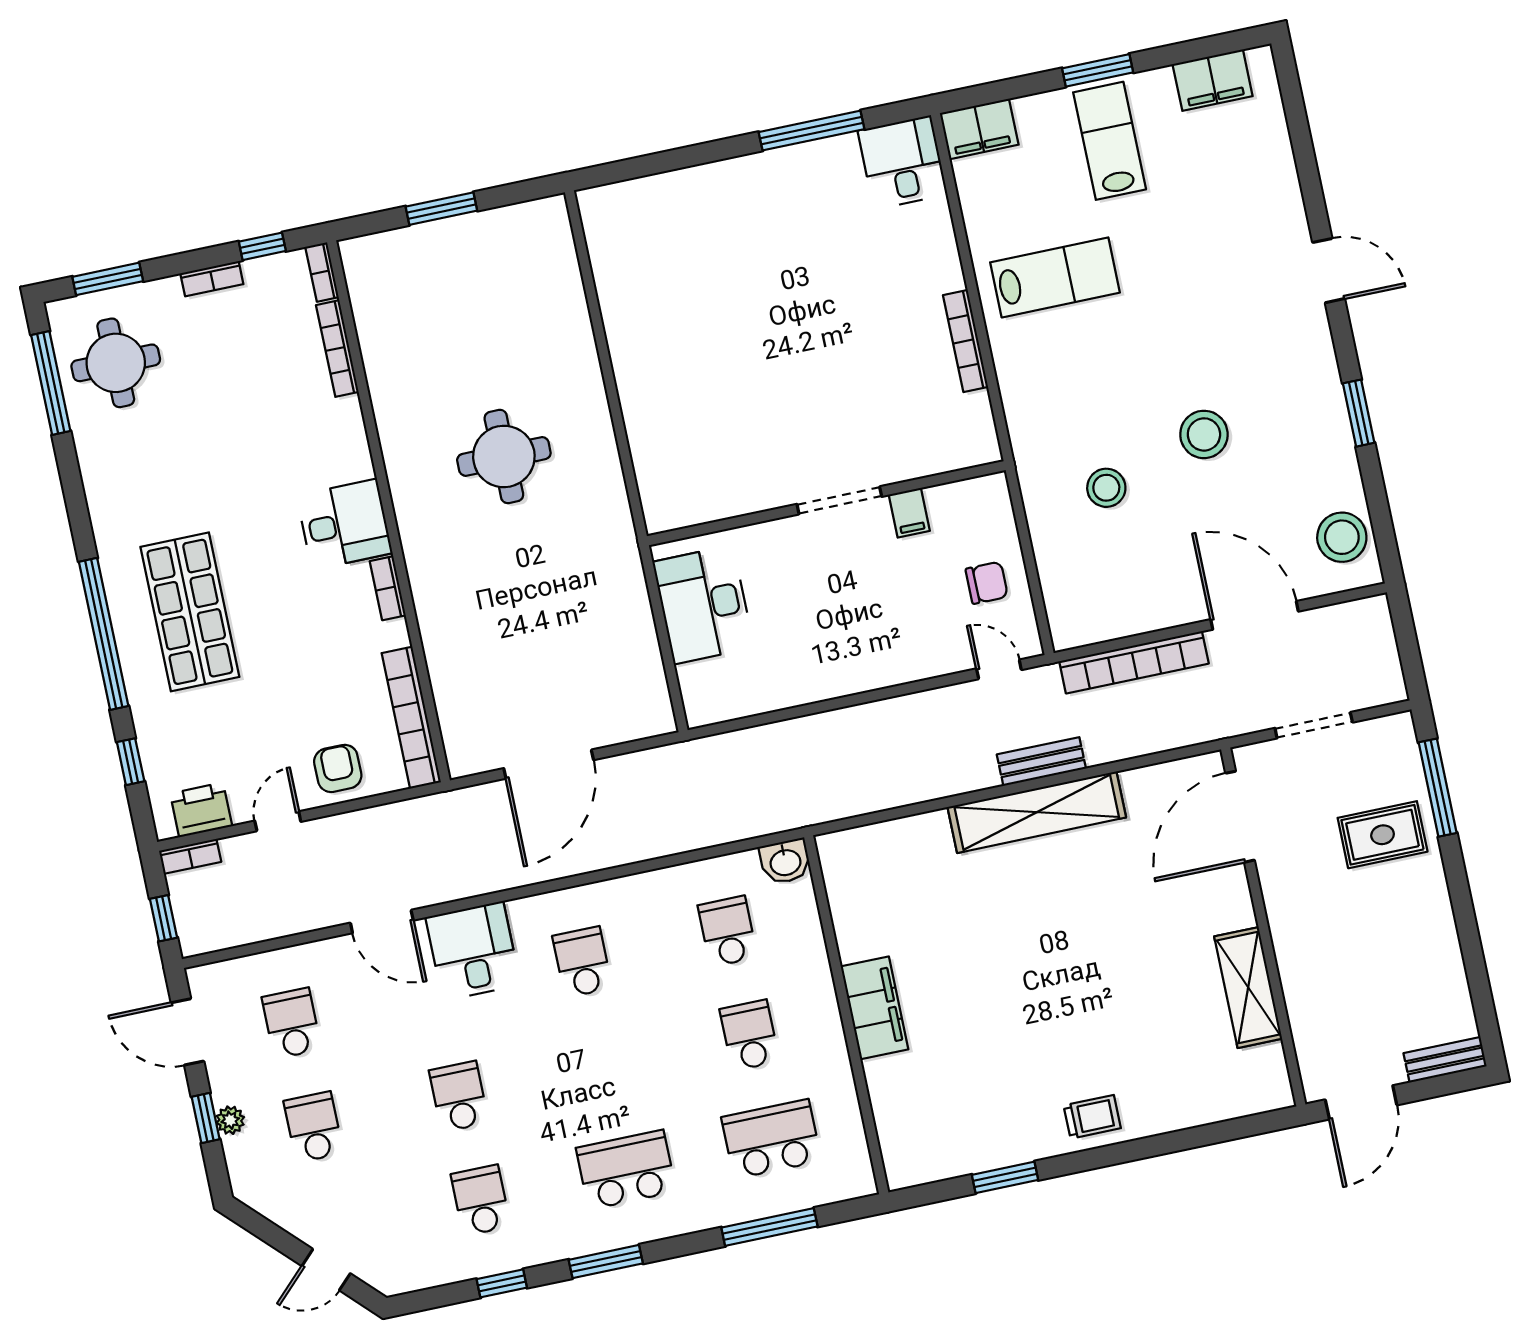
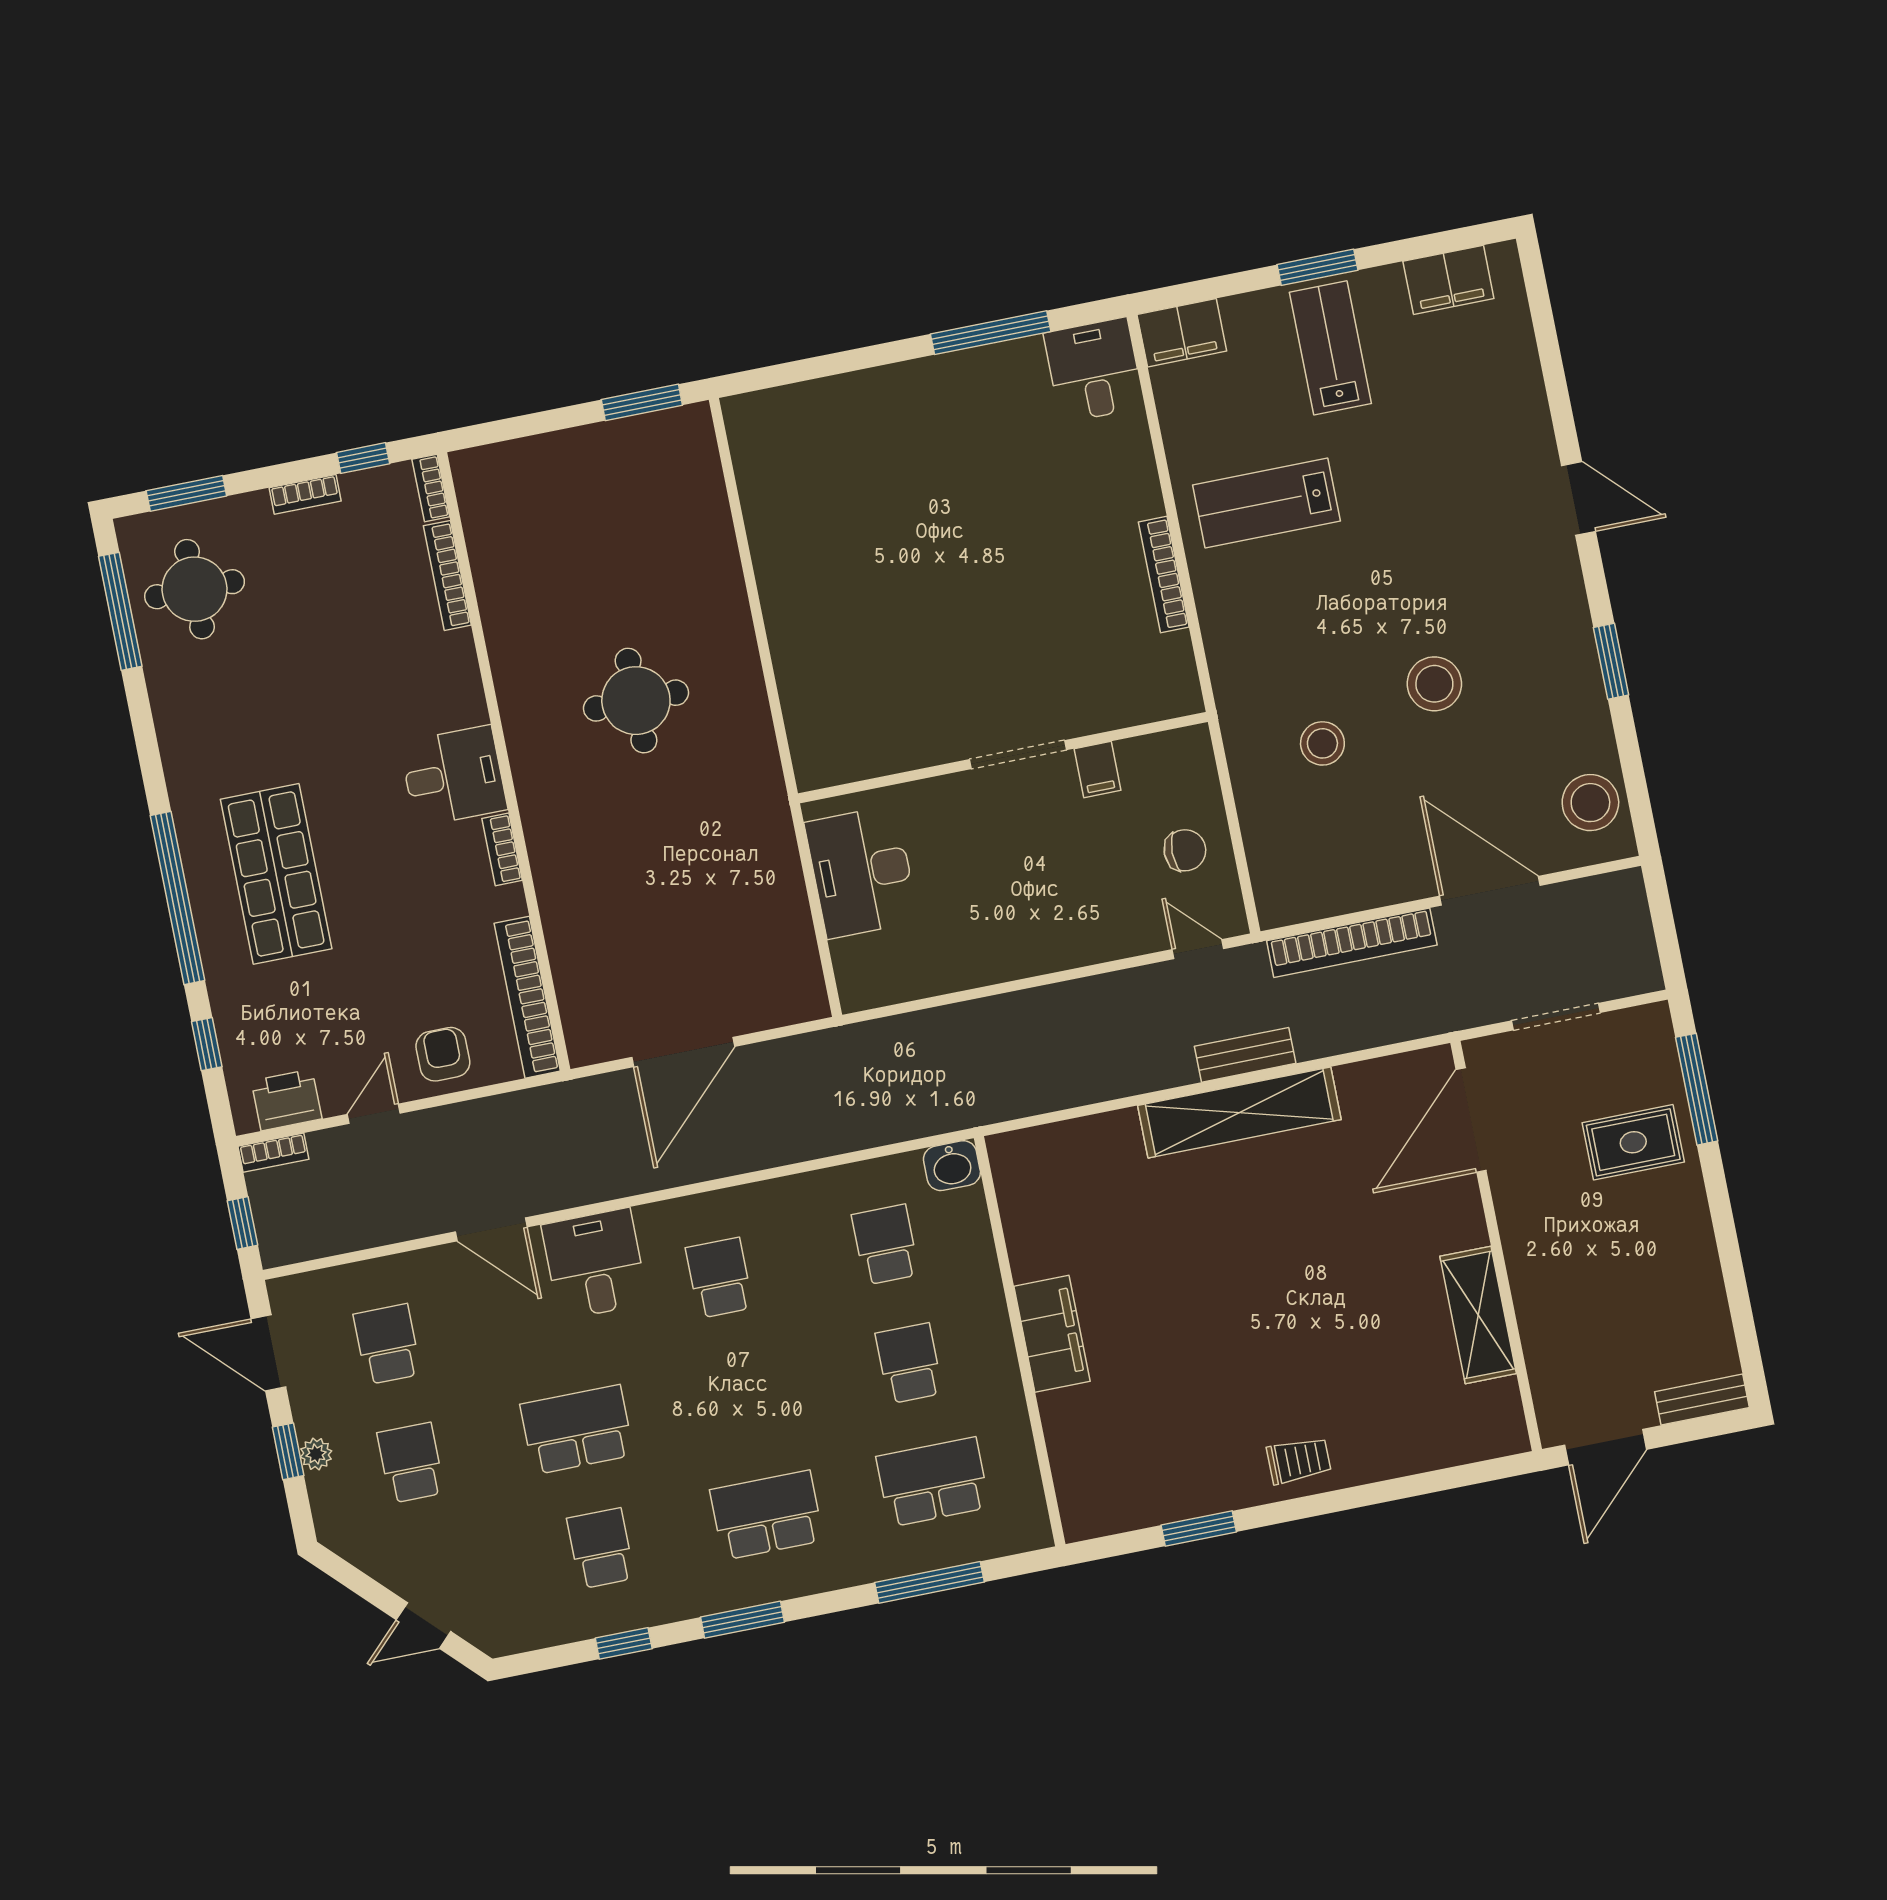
window: (441, 209) -> (642, 402), moved
lab bench: (1055, 277) -> (1266, 503), turned 180
school desk: (459, 1096) -> (577, 1430), width x1.85

